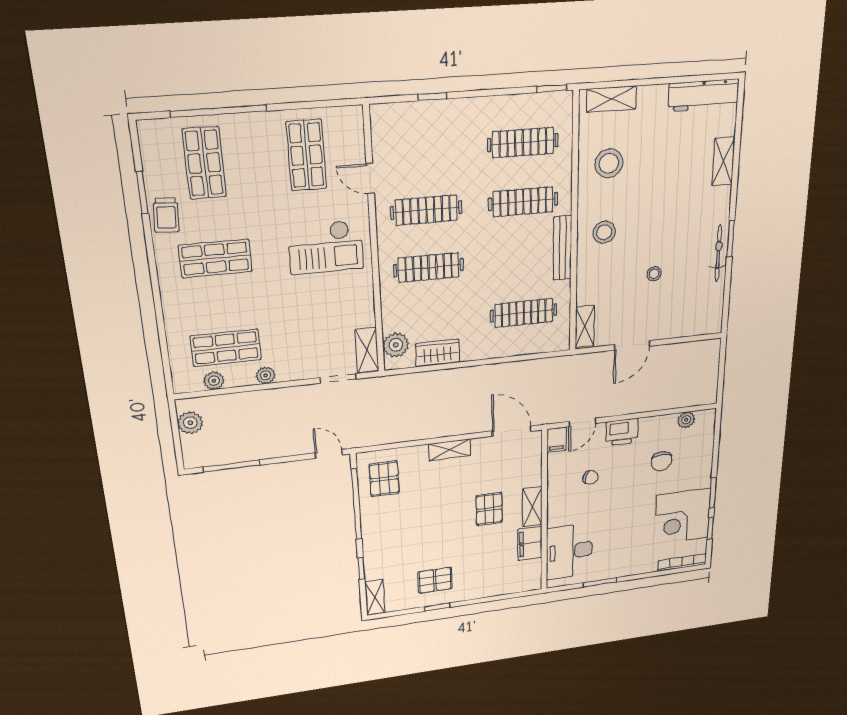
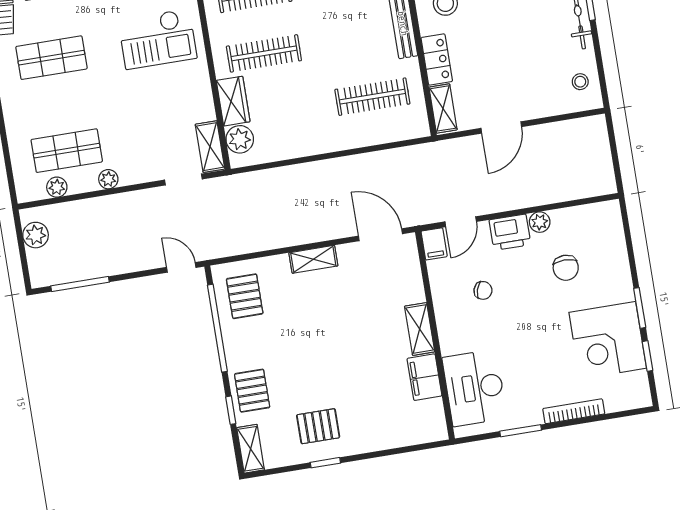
stool: (654, 274) -> (580, 82), moved
locker: (587, 283) -> (437, 59), added
wardrobe: (438, 353) -> (233, 101), moved, turned 90
plant: (686, 420) -> (540, 222), moved
pallet: (489, 509) -> (252, 391), moved
bookcase: (682, 563) -> (574, 411), moved

